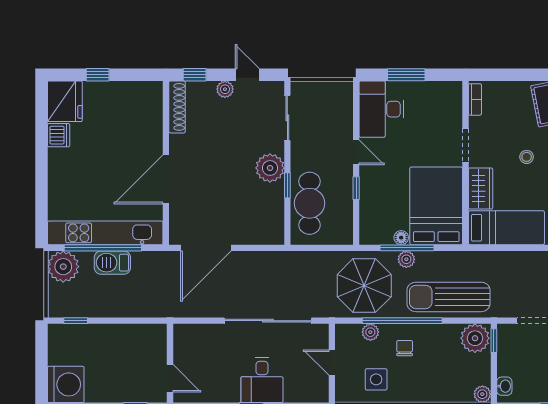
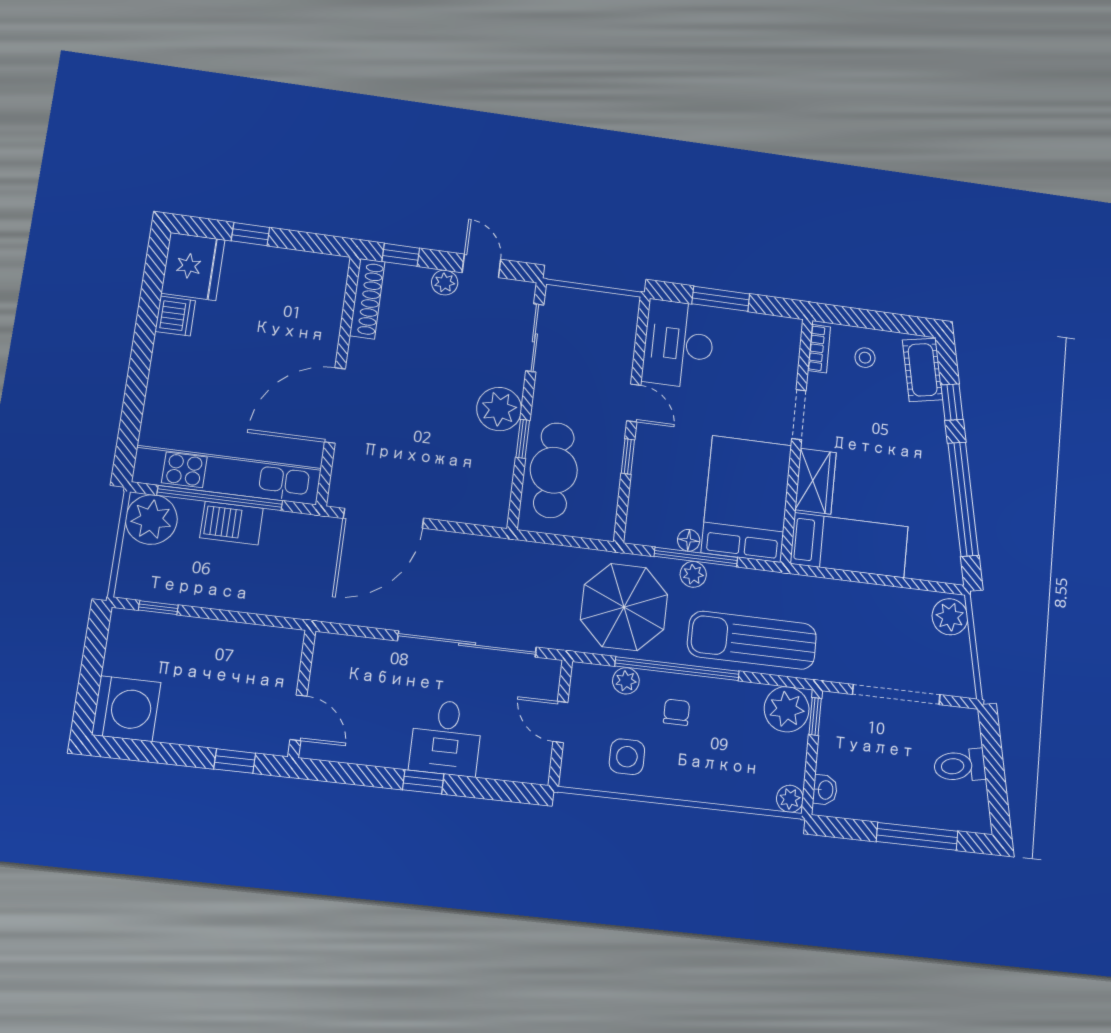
stool: (527, 157) -> (865, 358), moved

